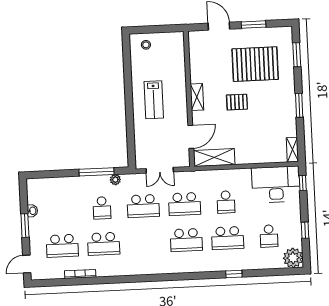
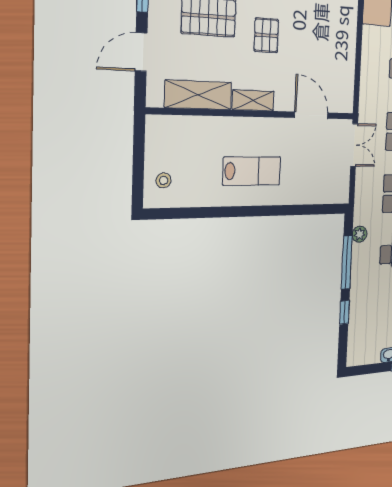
shelving: (214, 157) -> (198, 95), moved, turned 90
double door: (160, 170) -> (354, 145), moved
window: (63, 173) -> (344, 312), added

